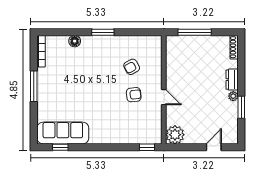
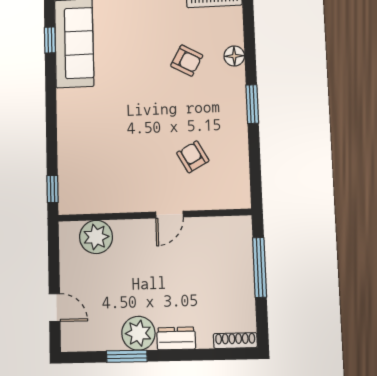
armchair: (134, 95) -> (187, 61), moved, turned -55
plant: (233, 96) -> (138, 333), width x1.87, depth x1.87
door: (164, 97) -> (169, 215), moved
plant: (175, 135) -> (96, 237), moved

